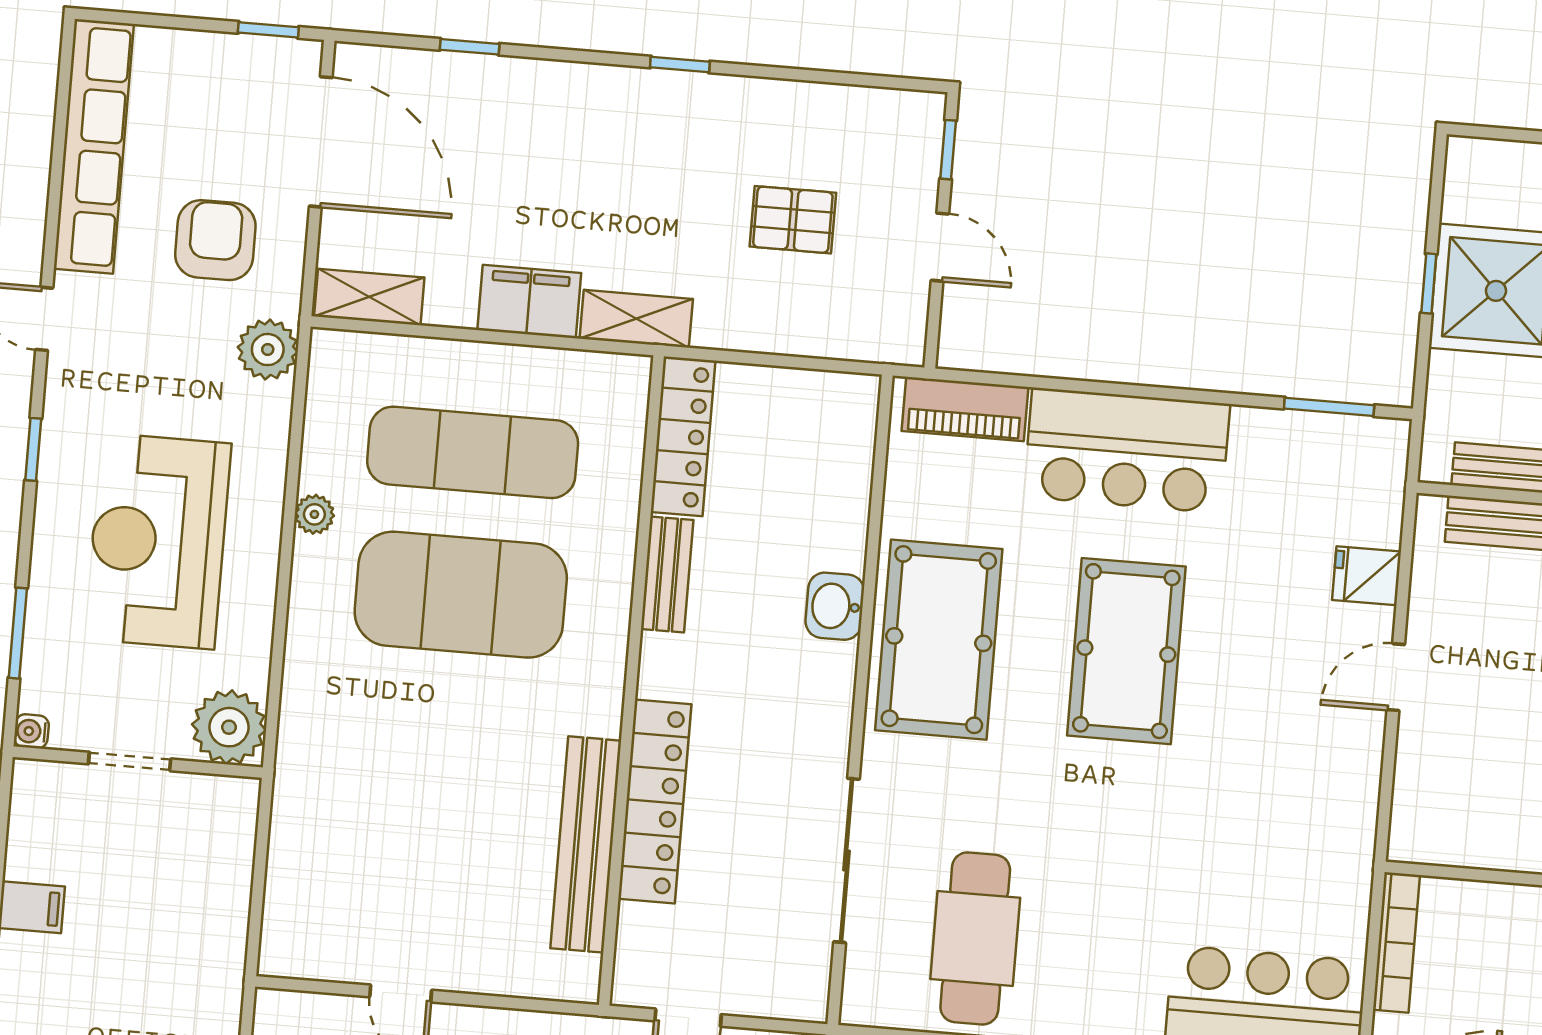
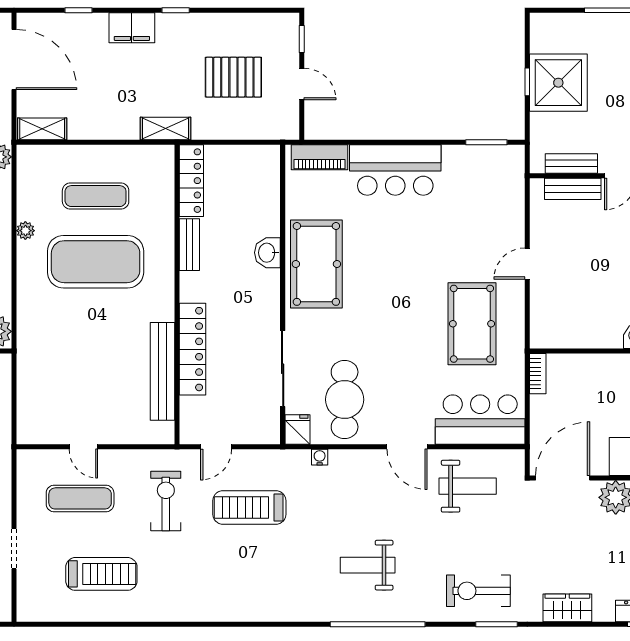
pallet: (793, 220) -> (233, 77), width x1.50, depth x1.42
filing cabinet: (529, 301) -> (132, 28), moved, turned 180
exercise mat: (473, 452) -> (96, 196), width x0.73, depth x0.69
fridge: (1367, 576) -> (297, 430), moved, turned 90
pool table: (1126, 651) -> (472, 324), moved
bookcase: (1396, 942) -> (538, 374), width x0.64

